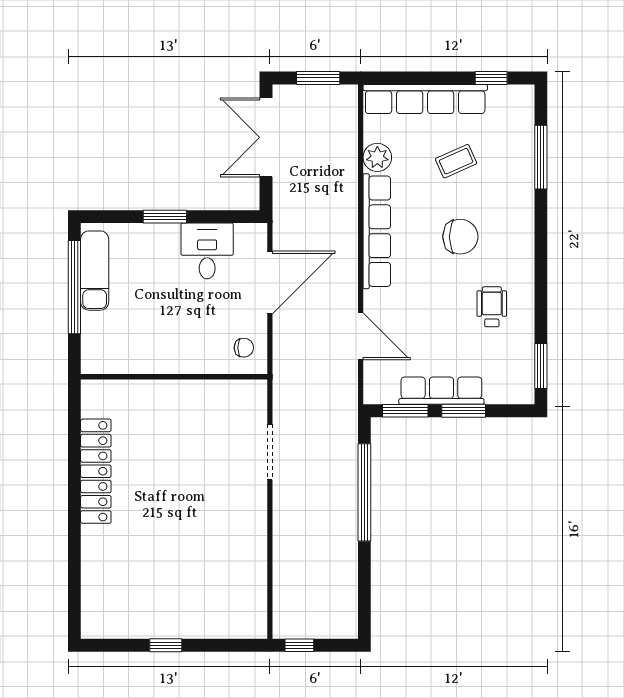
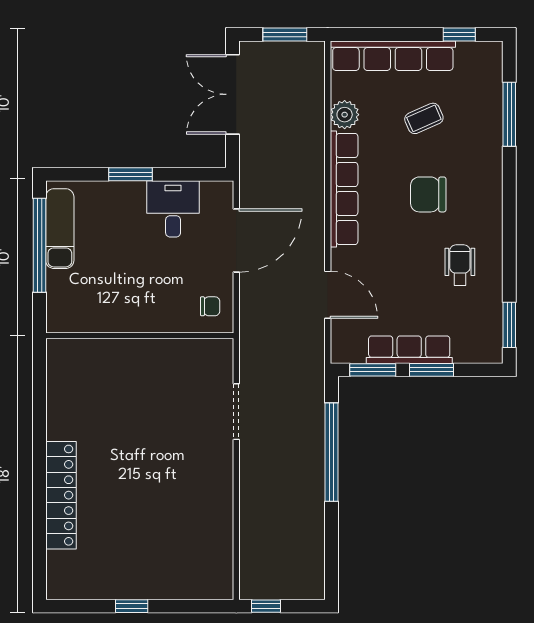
chair: (460, 237) -> (428, 194), turned 180
locker: (96, 471) -> (61, 495), moved

